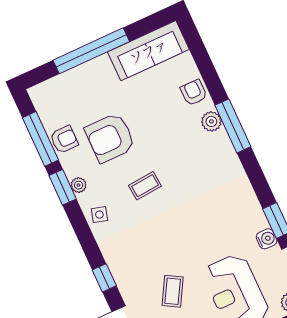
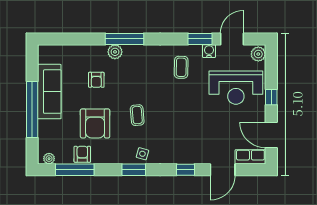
sofa: (148, 51) -> (49, 92), moved
armchair: (194, 93) -> (96, 80), moved, turned -90
plant: (79, 185) -> (49, 159), moved
window: (63, 187) -> (134, 170), moved
coffee table: (173, 291) -> (181, 67), moved, turned 61

